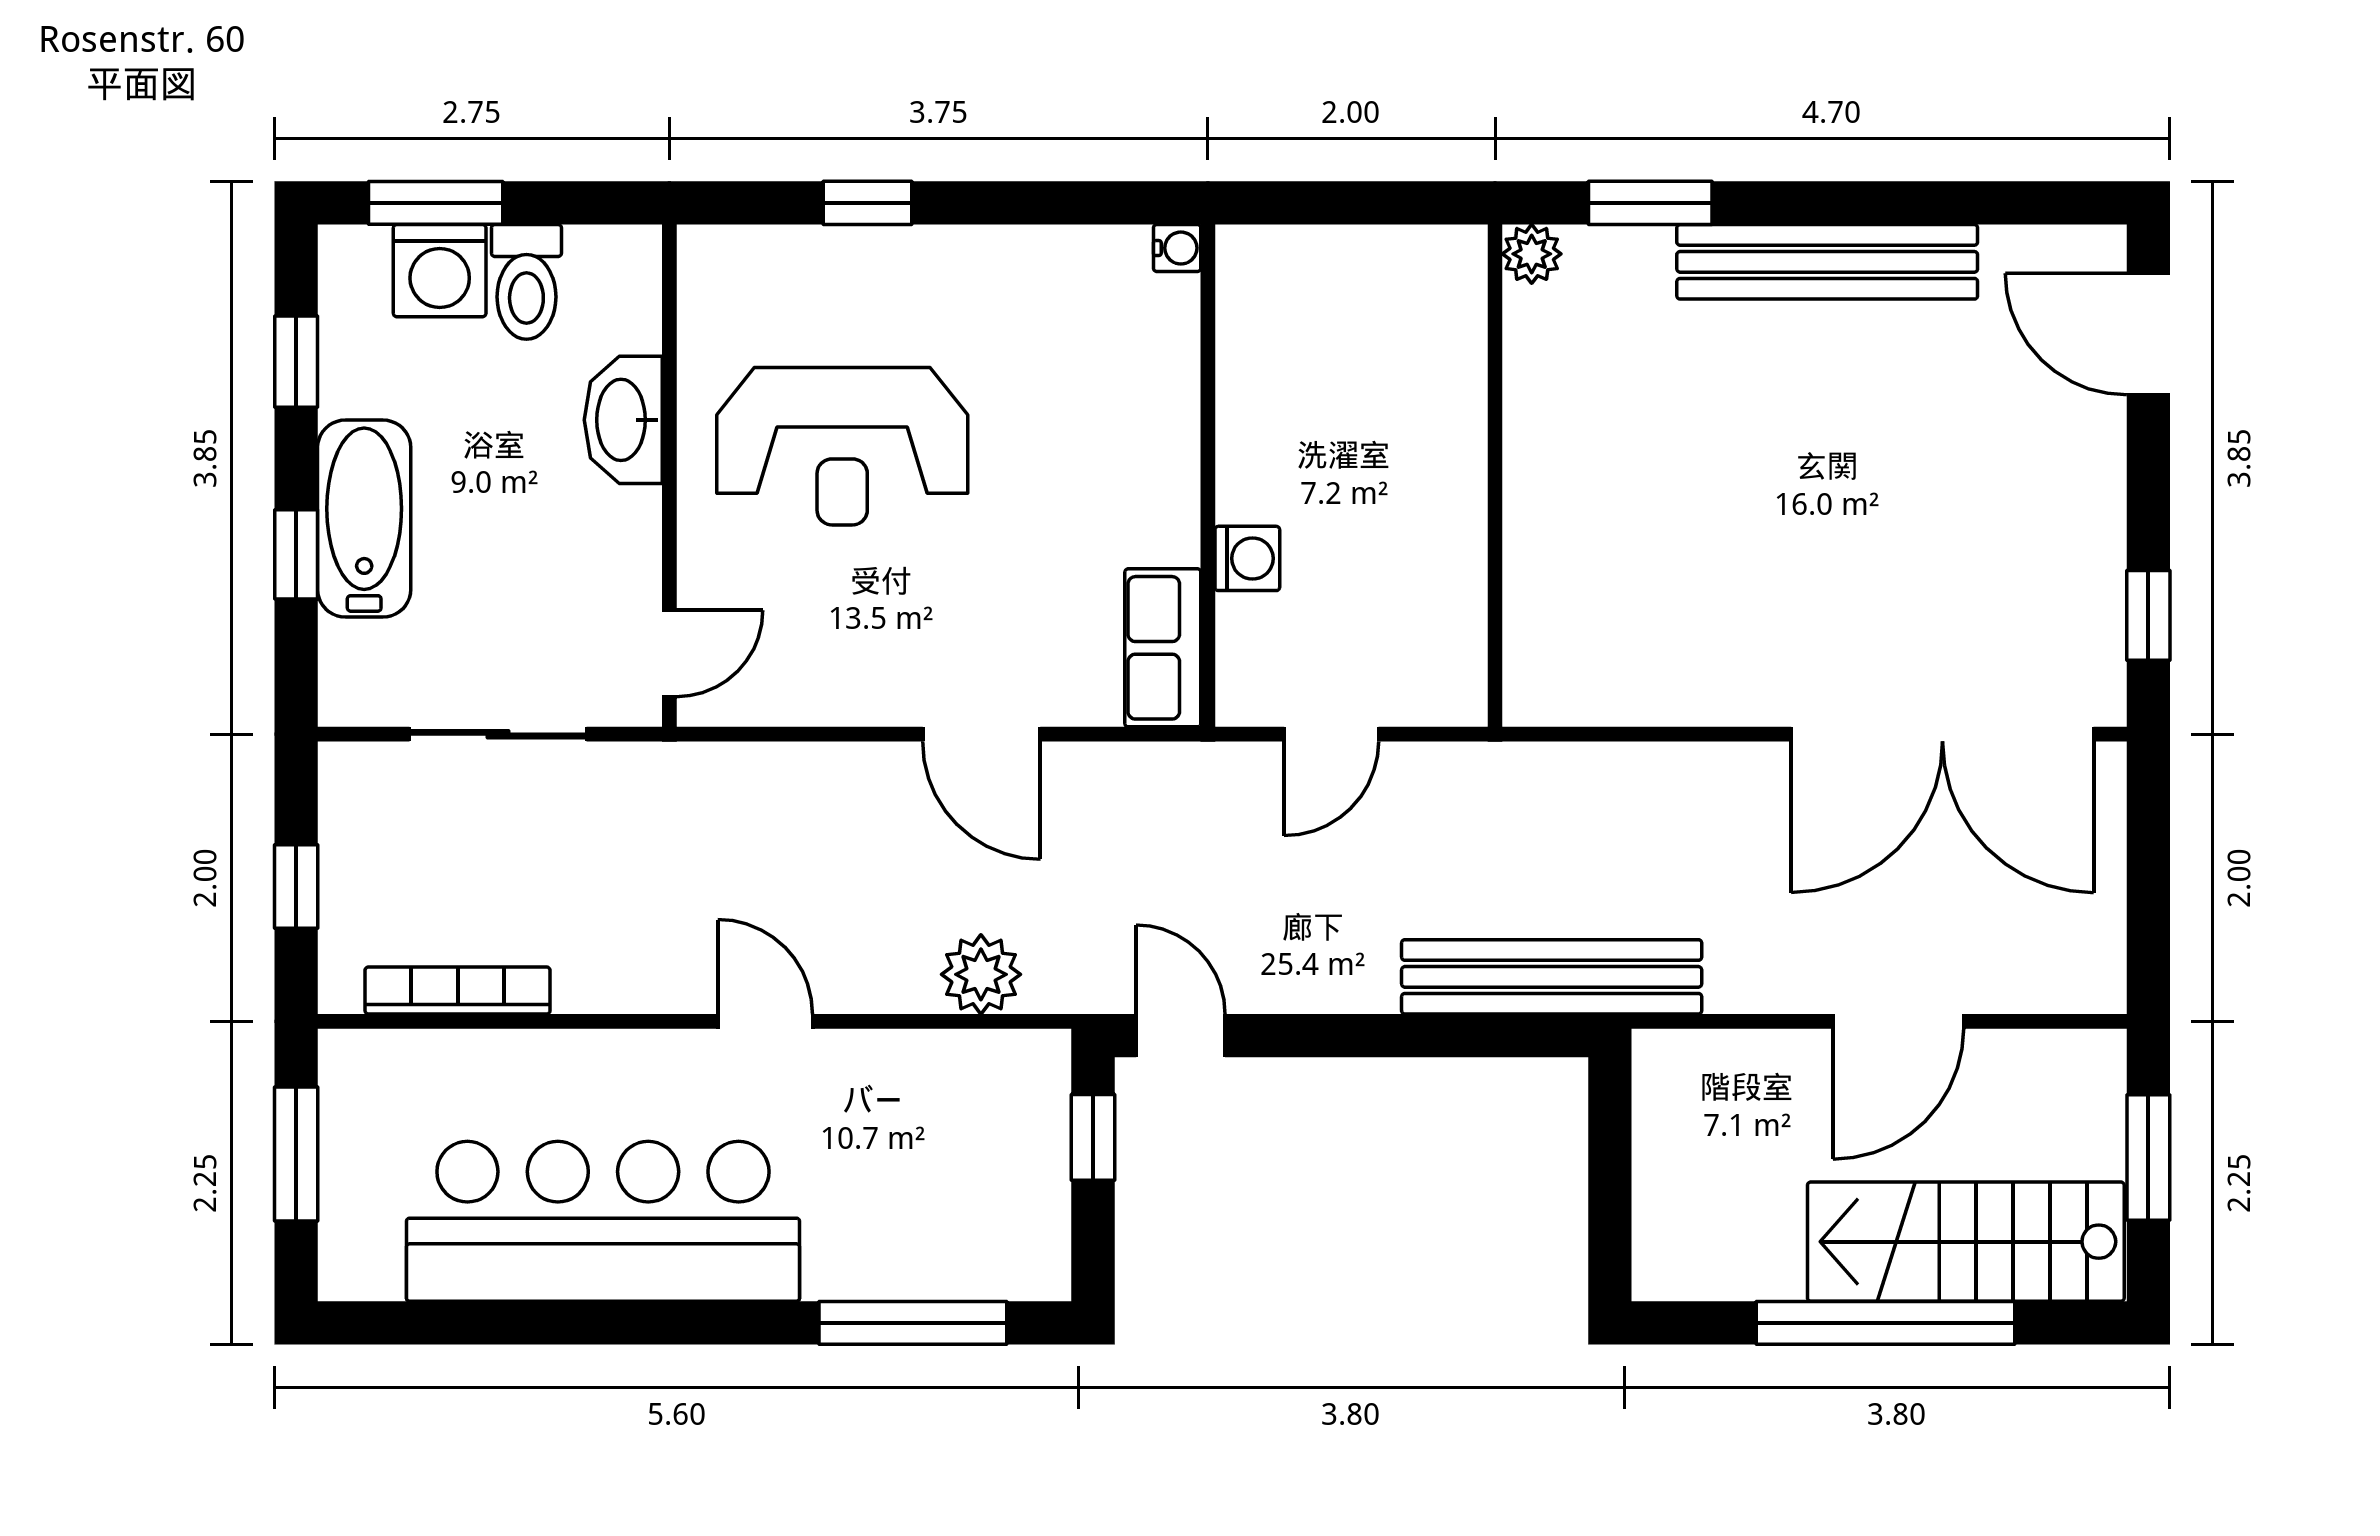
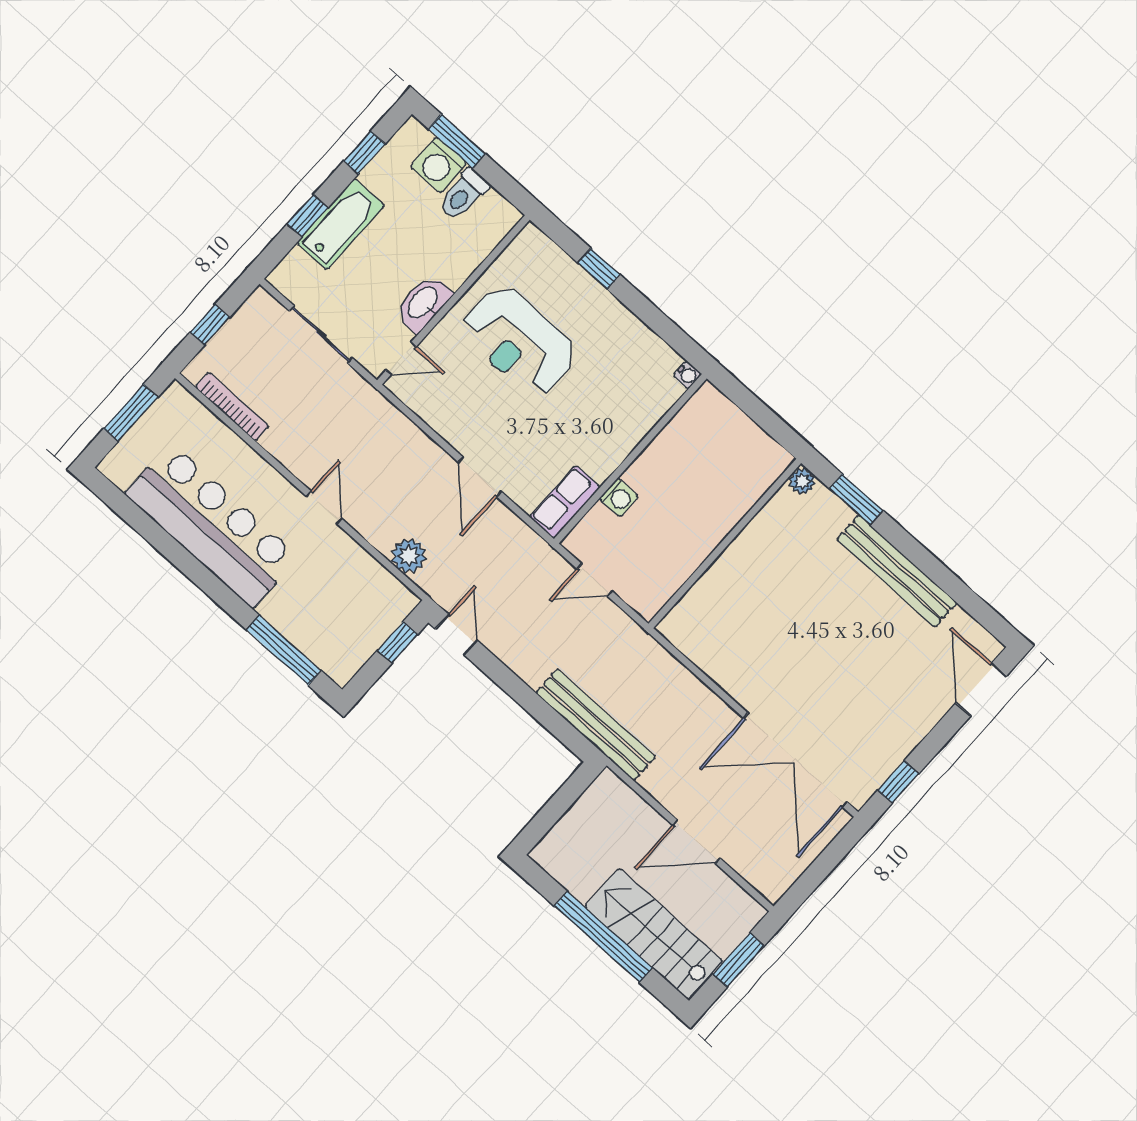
washbasin: (623, 420) -> (423, 303), moved

